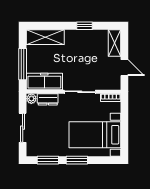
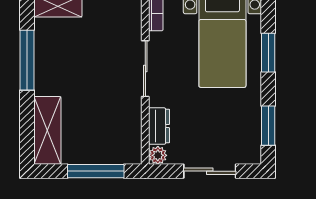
window: (85, 26) -> (27, 60), width x2.17
freezer: (44, 81) -> (127, 132), removed
window: (77, 160) -> (268, 53), moved

